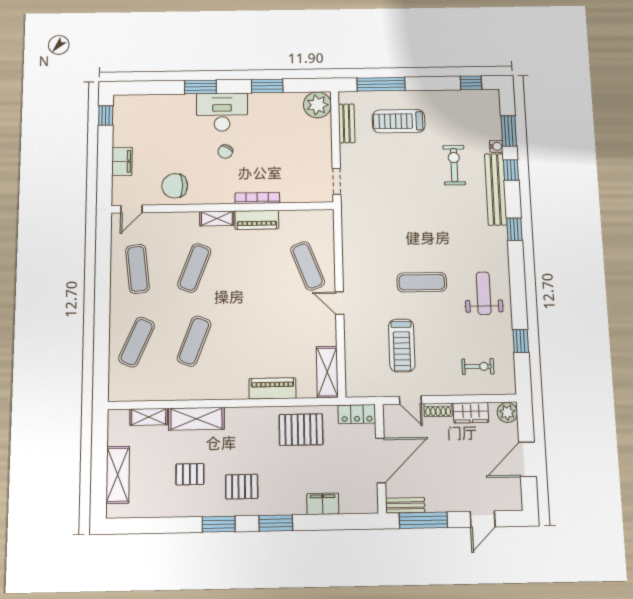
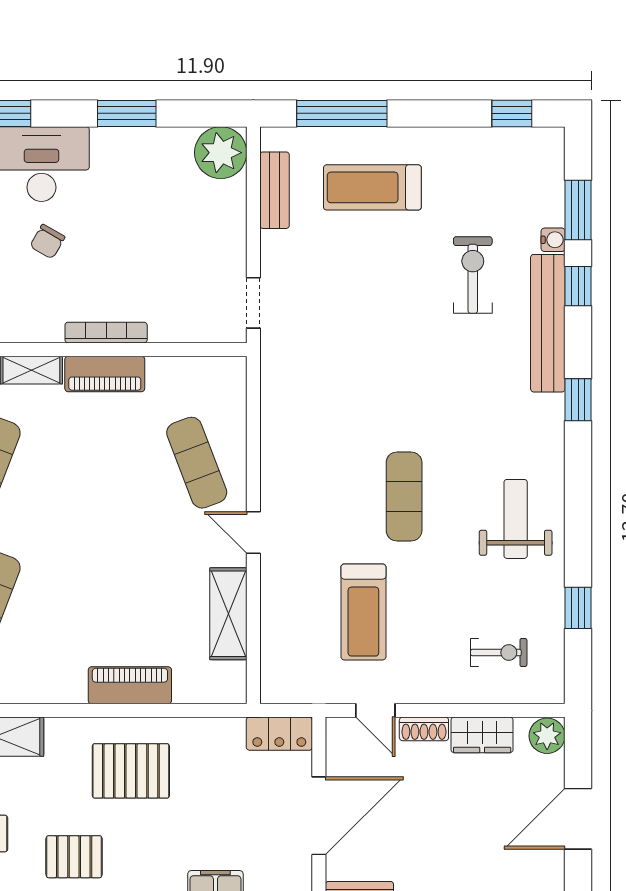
exercise mat: (422, 282) -> (404, 496), turned 90
shelving: (327, 372) -> (228, 614), moved
pallet: (301, 430) -> (131, 771), moved

